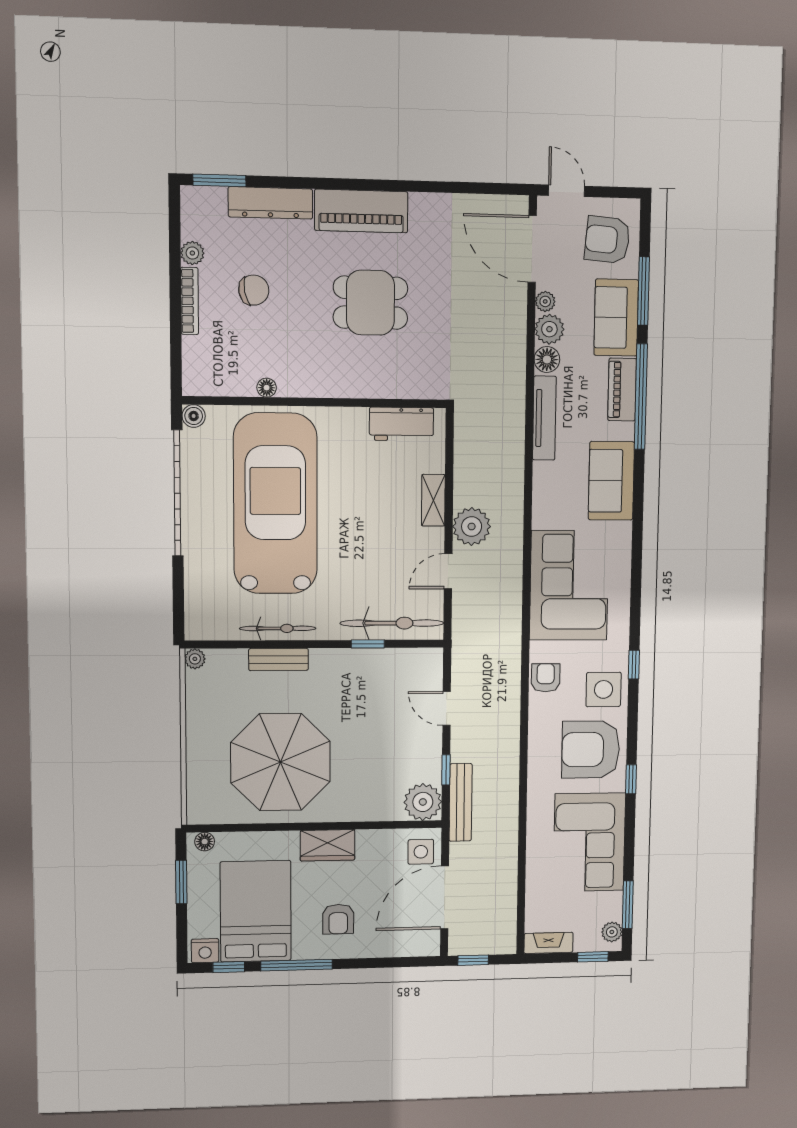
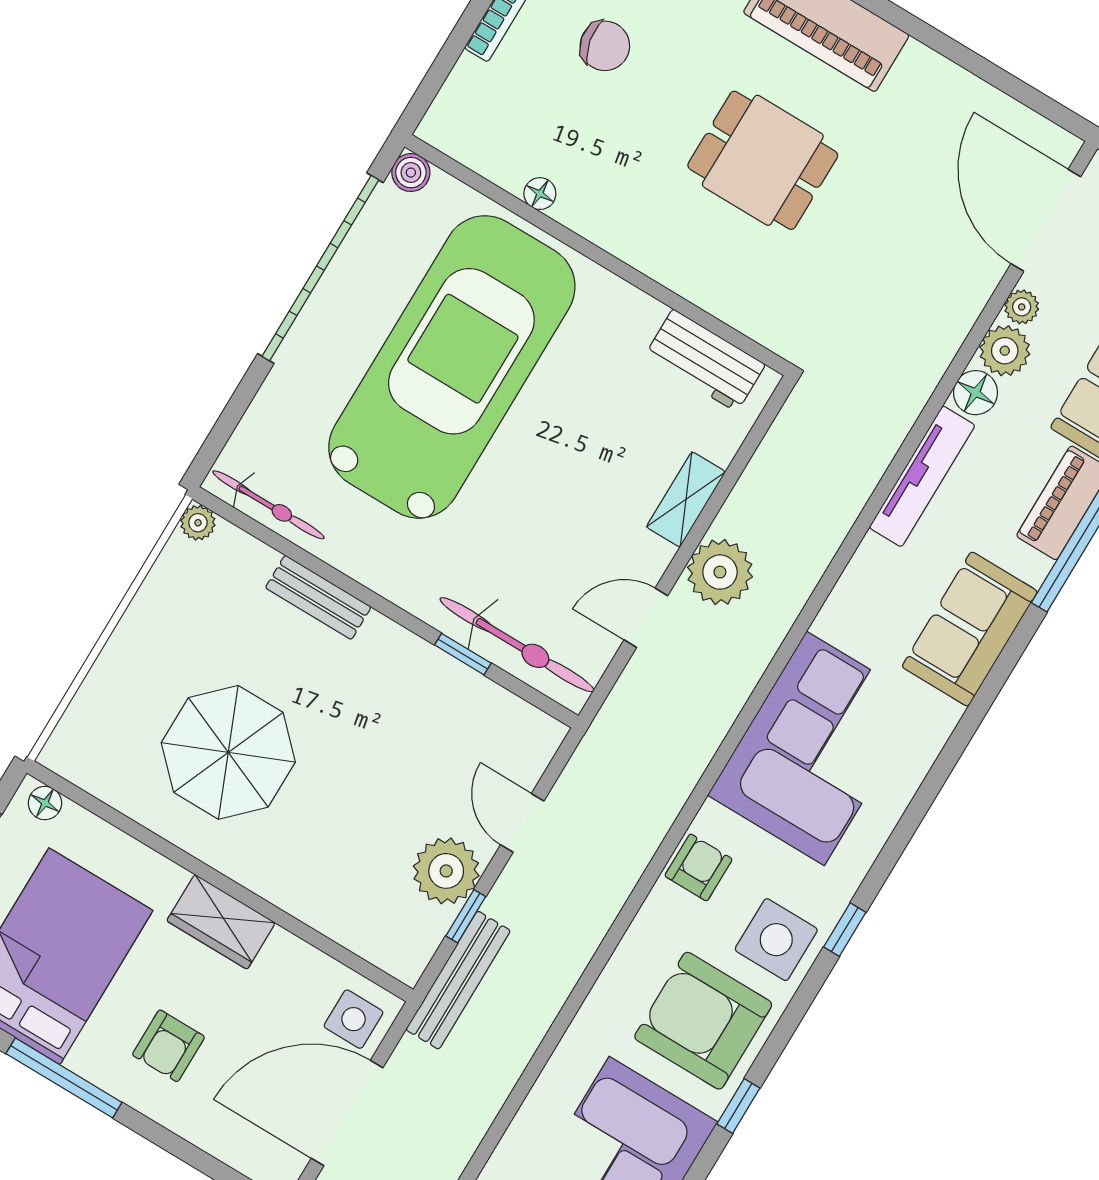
bicycle: (278, 628) -> (268, 505), moved
parasol: (280, 762) -> (228, 752), width x0.73, depth x0.73
plant: (423, 802) -> (446, 871), moved

